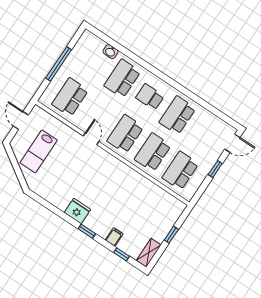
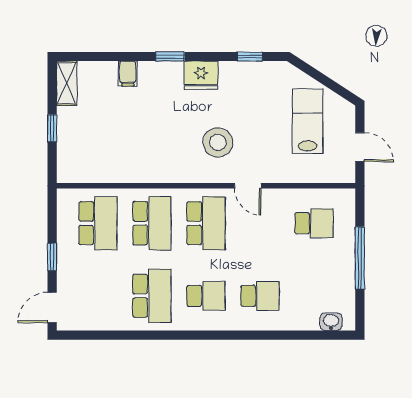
washbasin: (110, 52) -> (331, 322), moved
school desk: (122, 79) -> (260, 296), width x0.54
school desk: (70, 97) -> (314, 223), width x0.54
stool: (92, 171) -> (218, 142), added
window: (122, 254) -> (250, 56), moved

